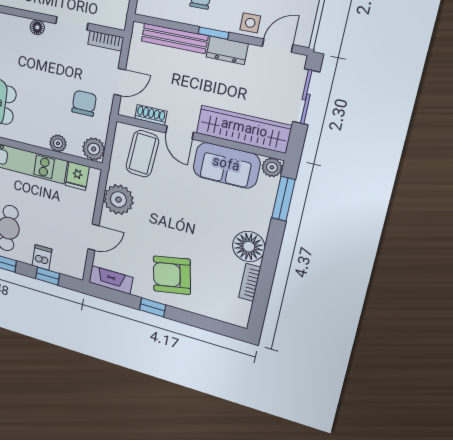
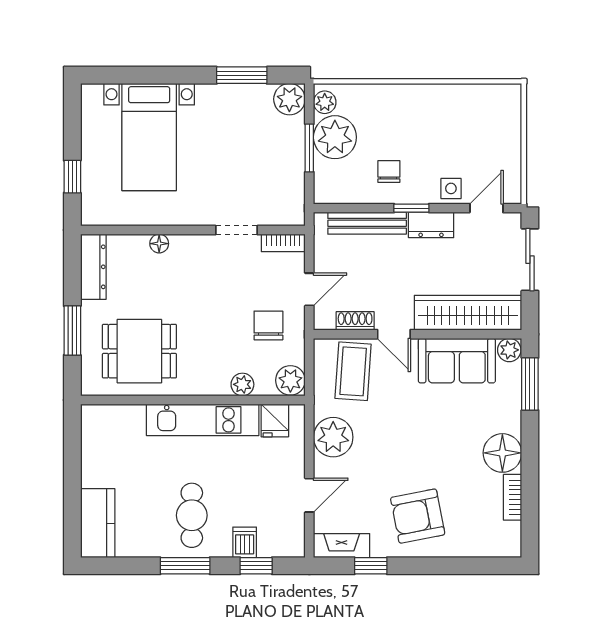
floor lamp: (37, 27) -> (159, 244), moved
window: (153, 307) -> (371, 566), moved

